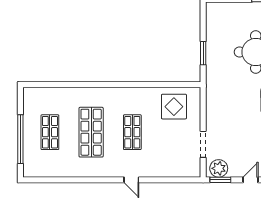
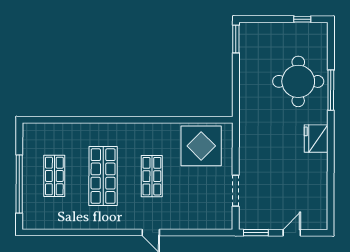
window: (203, 53) -> (236, 39), moved
display table: (174, 107) -> (201, 146), width x1.36, depth x1.36
plant: (219, 168) -> (254, 219), removed

